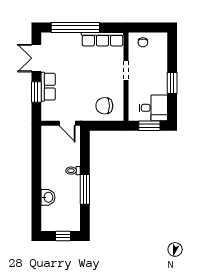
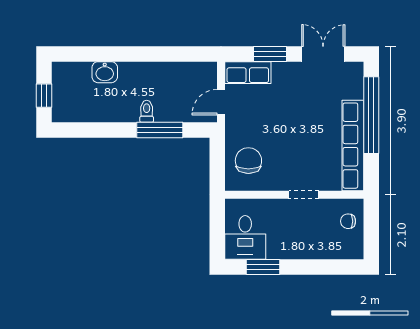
row of seats: (102, 39) -> (353, 146), width x1.36
window: (172, 83) -> (263, 267), moved
row of seats: (48, 87) -> (248, 73), moved
window: (149, 126) -> (217, 231), removed
window: (85, 189) -> (160, 130), moved

